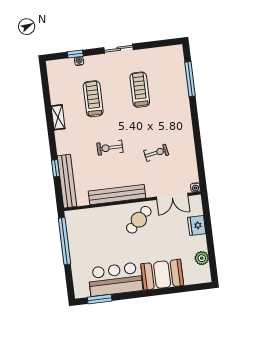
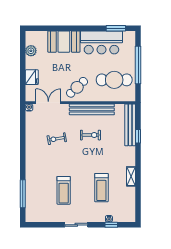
exercise bike: (110, 148) -> (90, 135), moved
cafe table: (94, 235) -> (114, 80), added
window: (64, 241) -> (138, 65), moved

